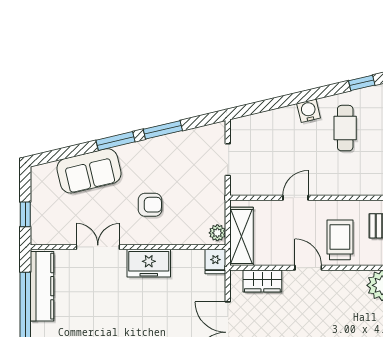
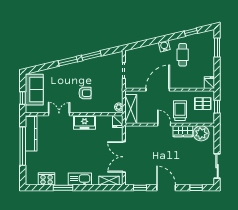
sofa: (89, 171) -> (34, 90), moved, turned -77
door: (295, 198) -> (158, 90), width x1.87
wardrobe: (262, 281) -> (183, 131), moved

